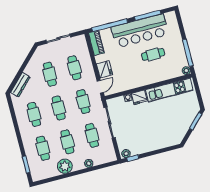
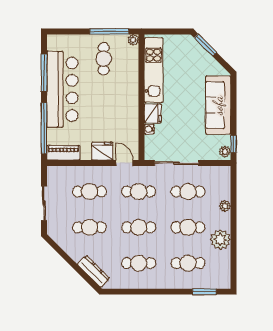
cafe table: (153, 54) -> (104, 59), moved
sofa: (157, 141) -> (218, 105), added

